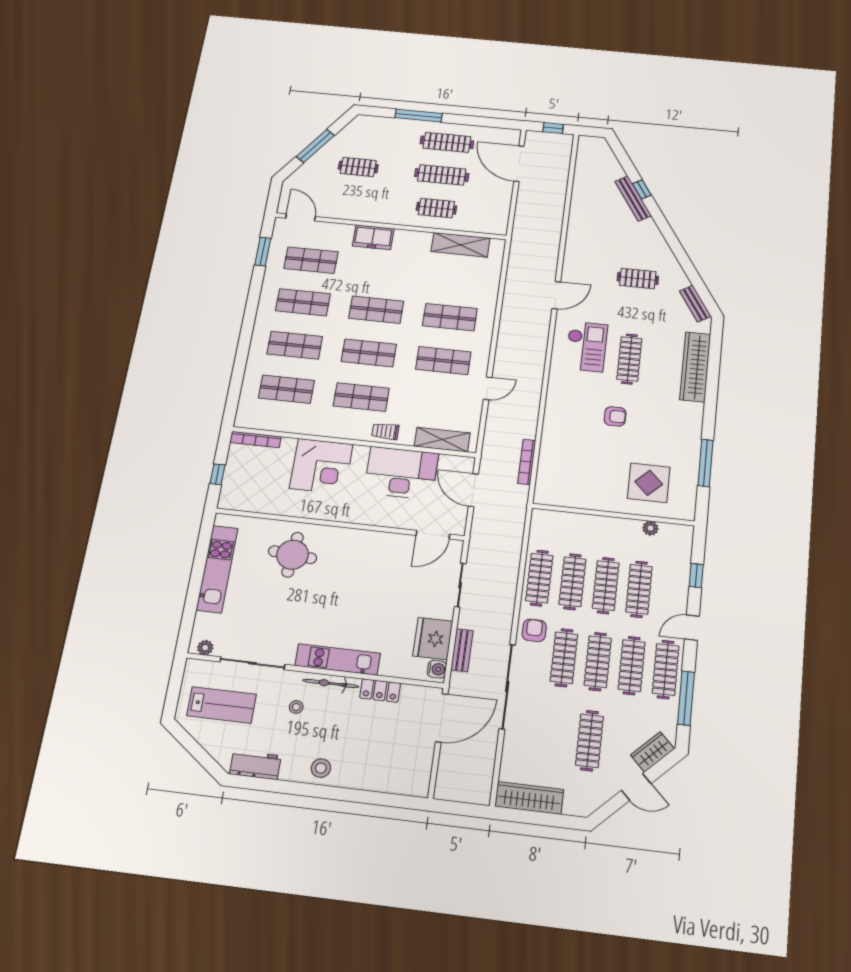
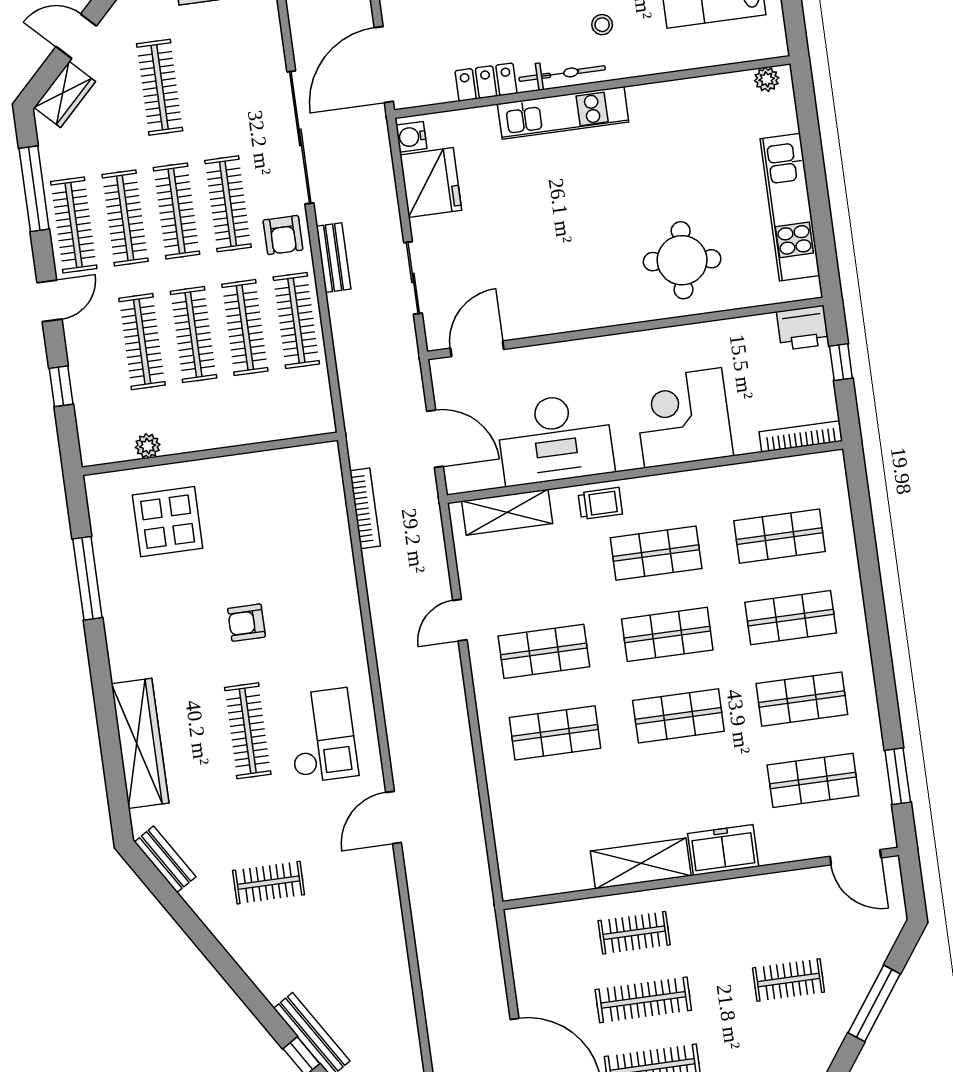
shelving: (460, 245) -> (641, 863), moved
checkout: (586, 347) -> (322, 736), turned 180
printer: (233, 499) -> (803, 328), added
bench: (462, 650) -> (333, 258), moved
sliding door: (252, 663) -> (688, 74), removed

